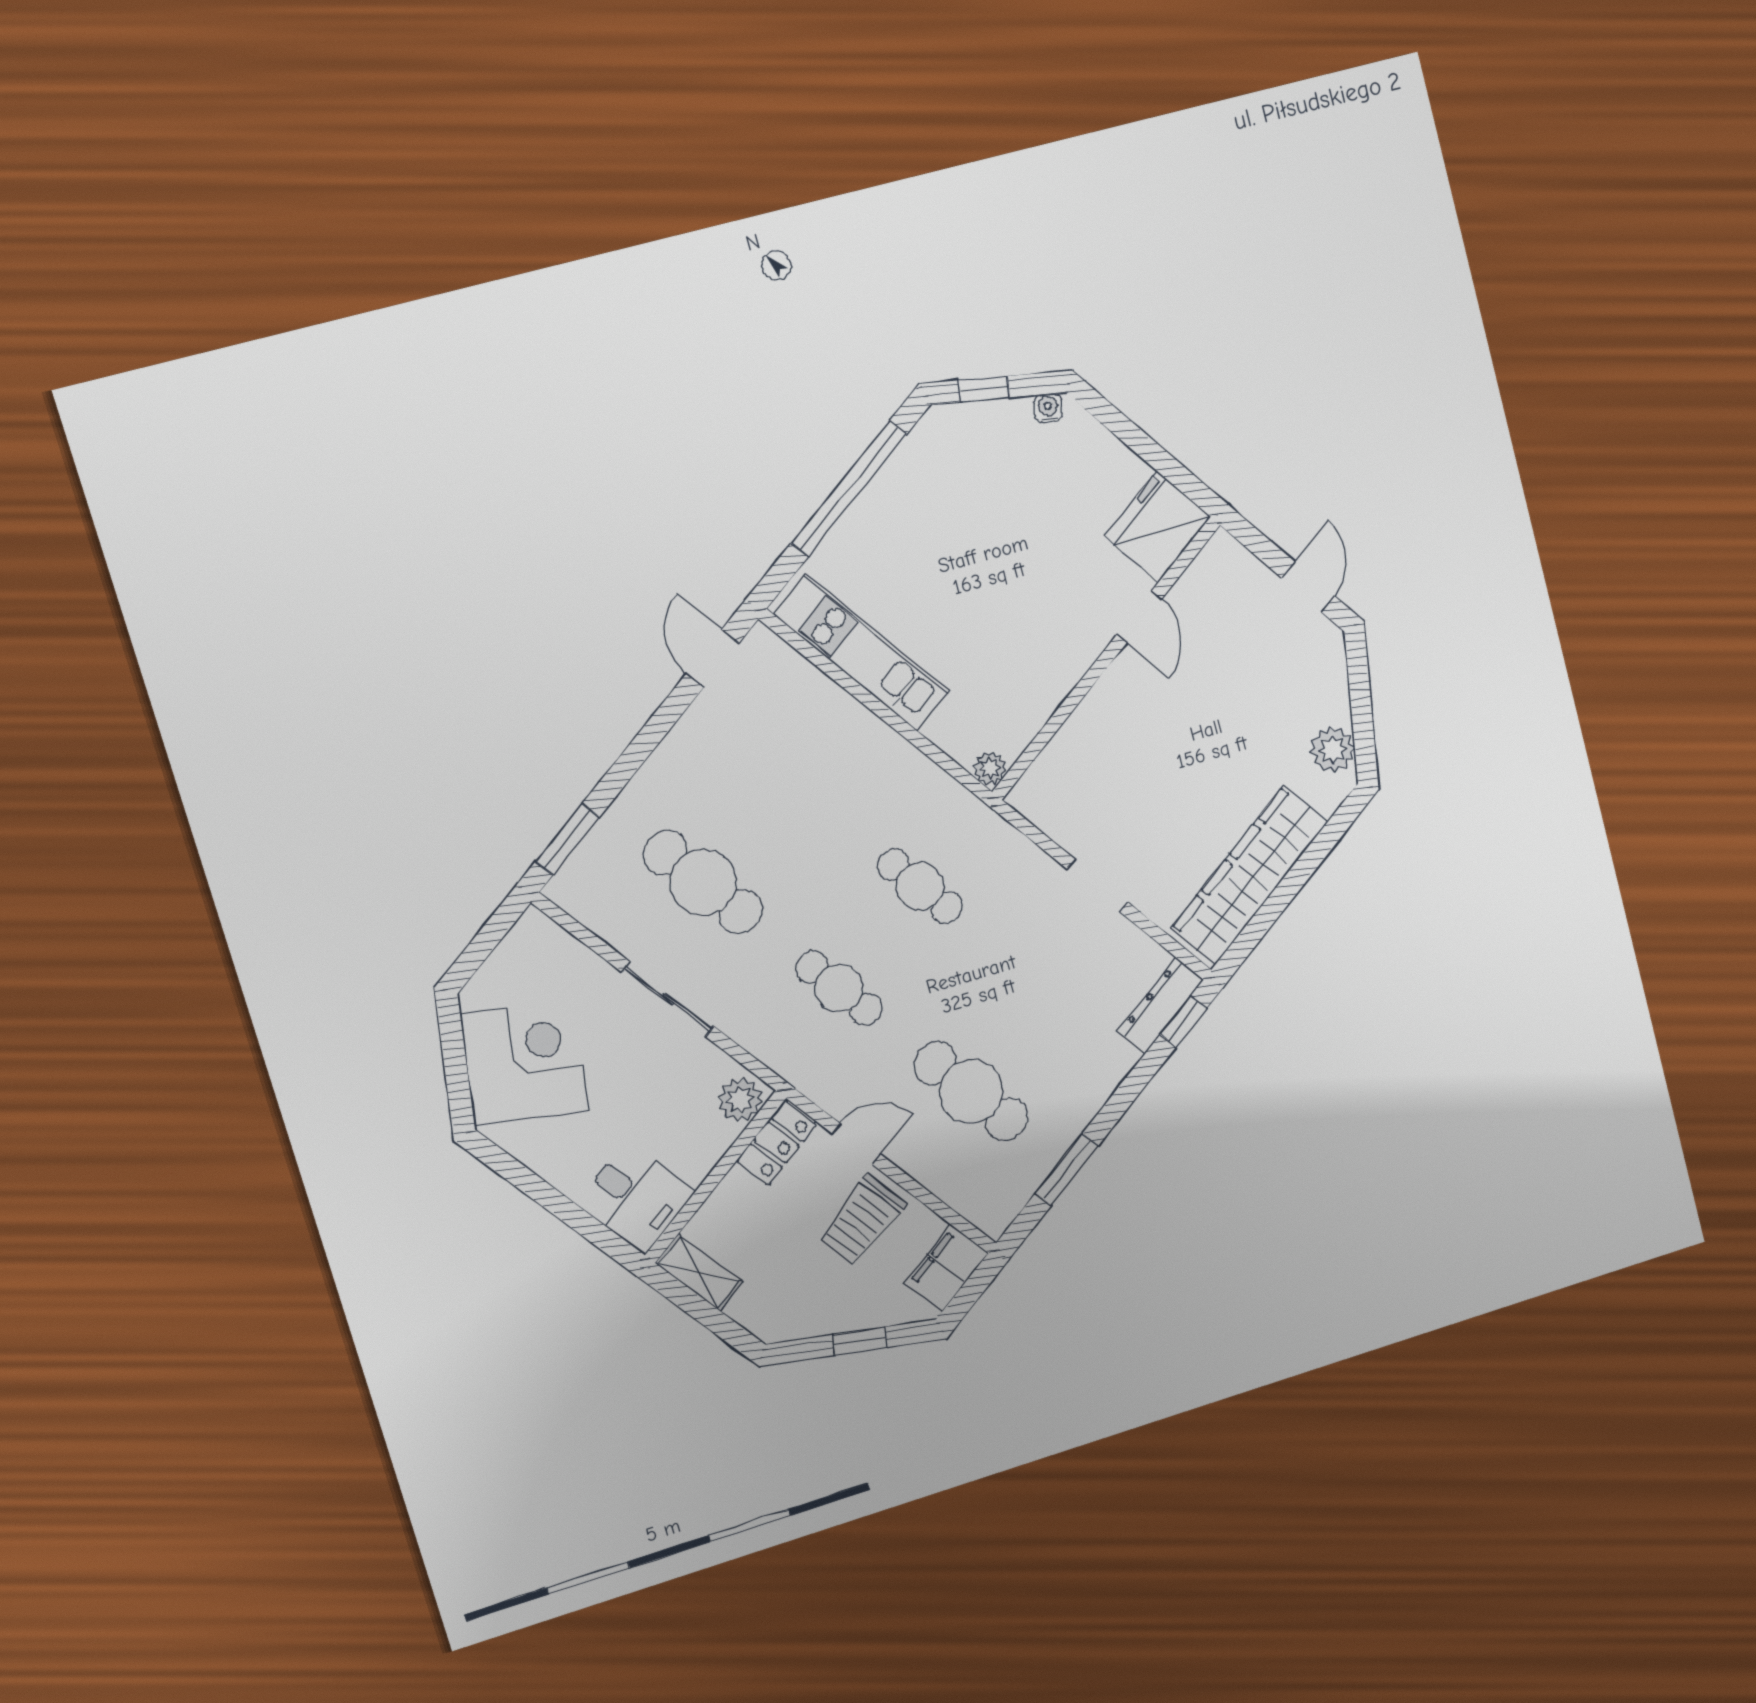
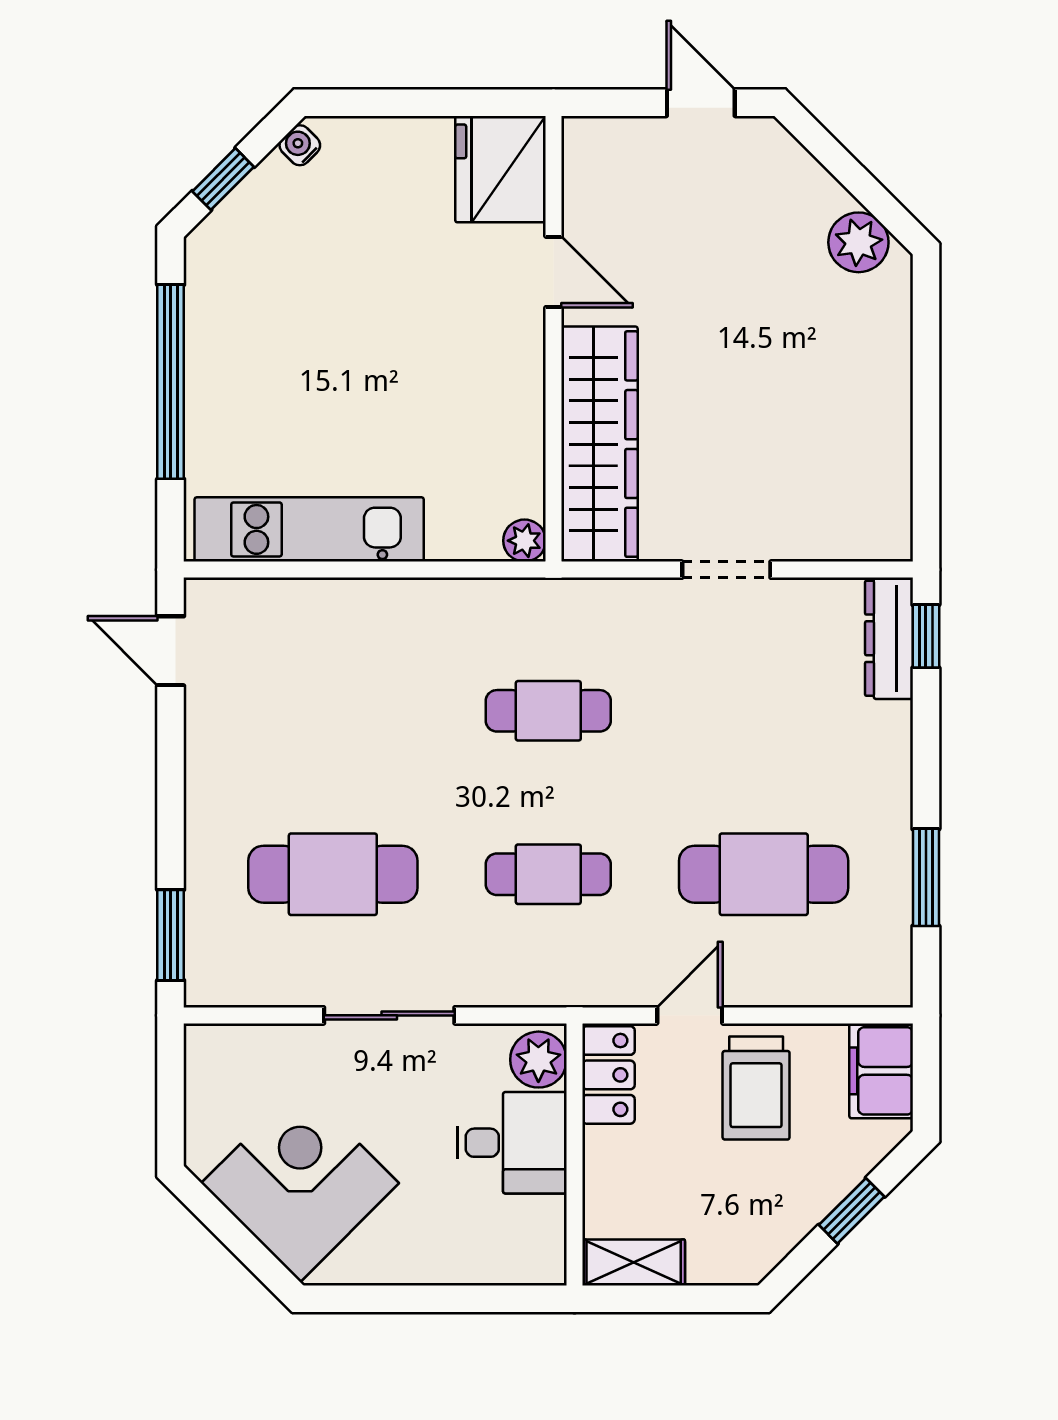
wardrobe: (1250, 875) -> (599, 444), moved, turned 180
desk: (636, 1197) -> (512, 1143), moved

